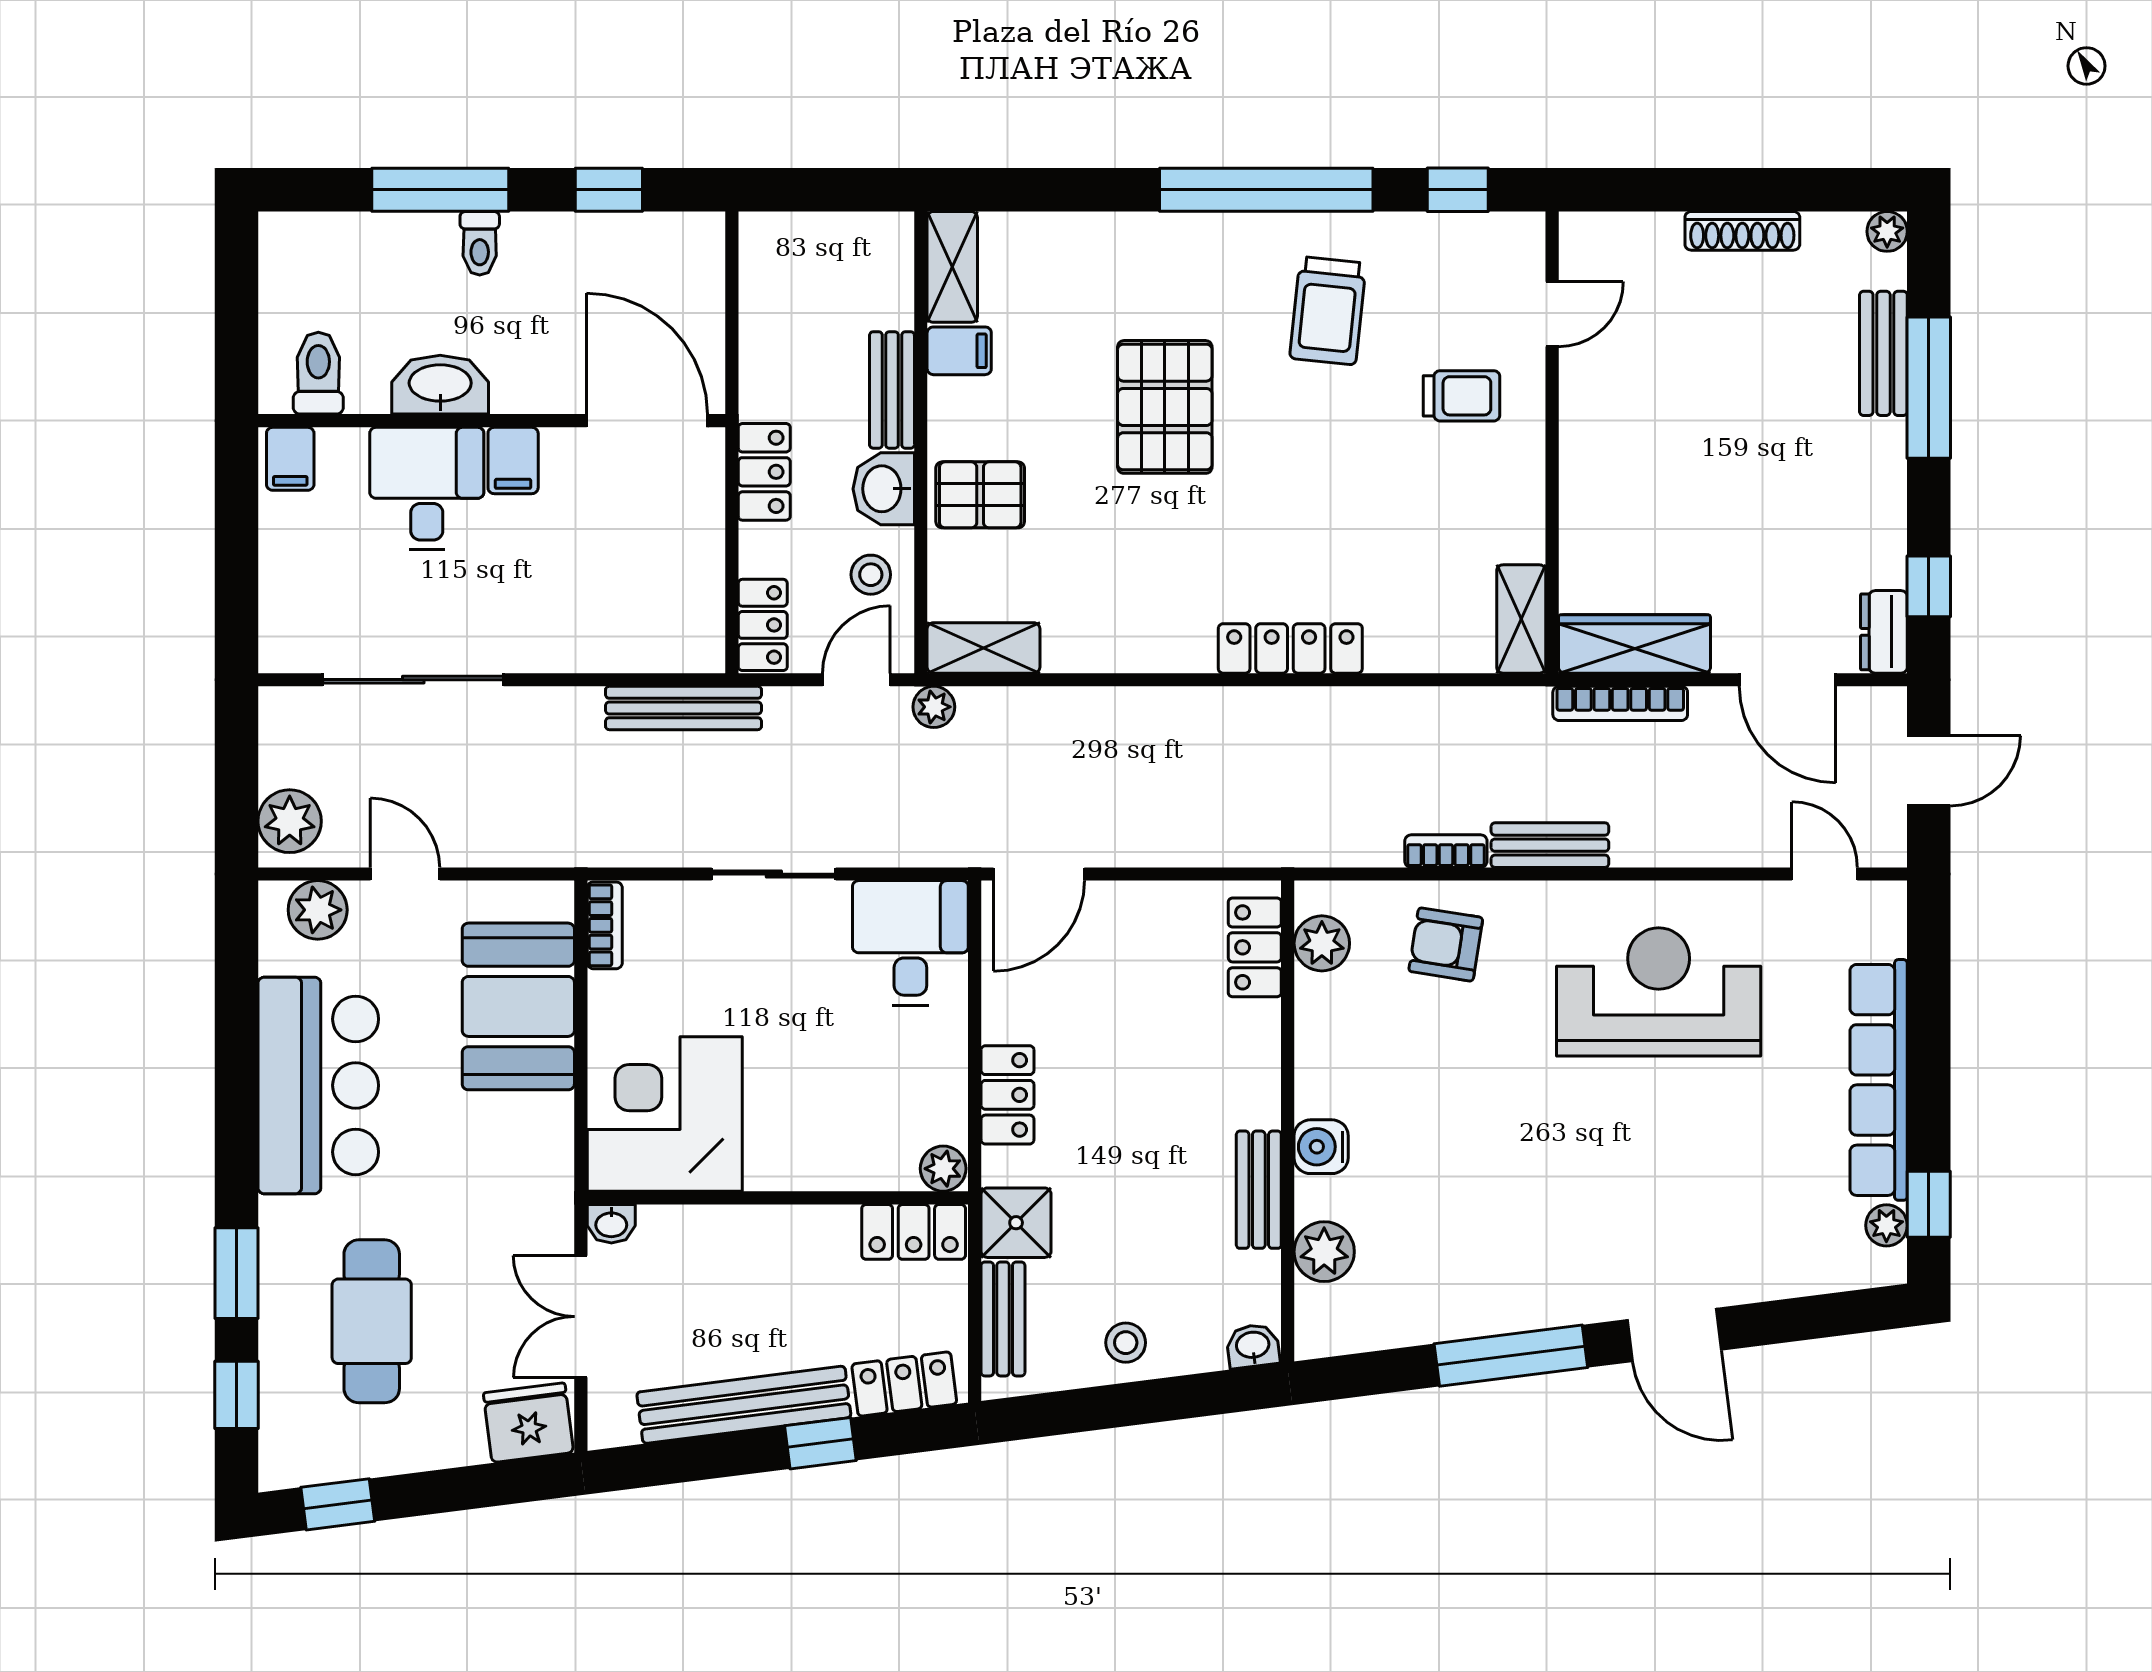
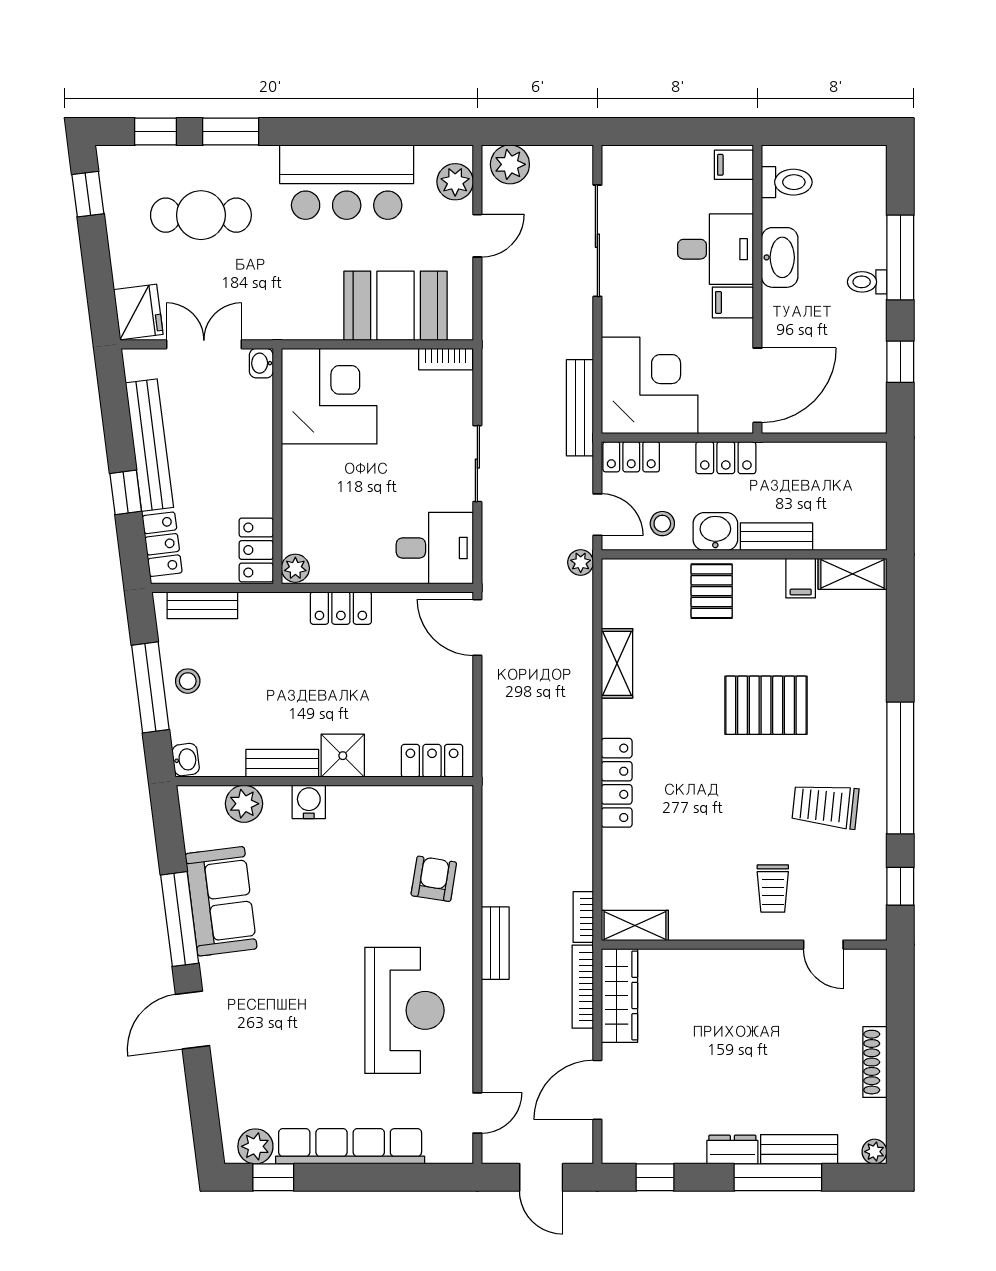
corner desk: (647, 595) -> (650, 385), added
dresser: (1884, 632) -> (732, 1150), moved
shelving: (984, 648) -> (617, 663), moved
bookcase: (1446, 851) -> (583, 917), moved, turned 180
plant: (1322, 943) -> (434, 802), removed
shower: (1016, 1223) -> (343, 756), moved
plant: (1886, 1225) -> (255, 1146), width x1.38, depth x1.38
sofa: (1482, 1289) -> (221, 901), added
window: (1136, 1403) -> (150, 687), added

